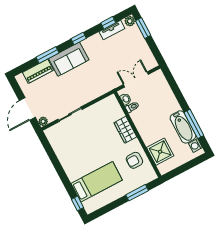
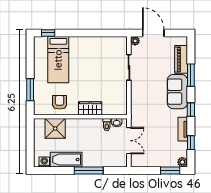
tv unit: (112, 30) -> (183, 129), moved
window: (194, 124) -> (89, 170), moved

